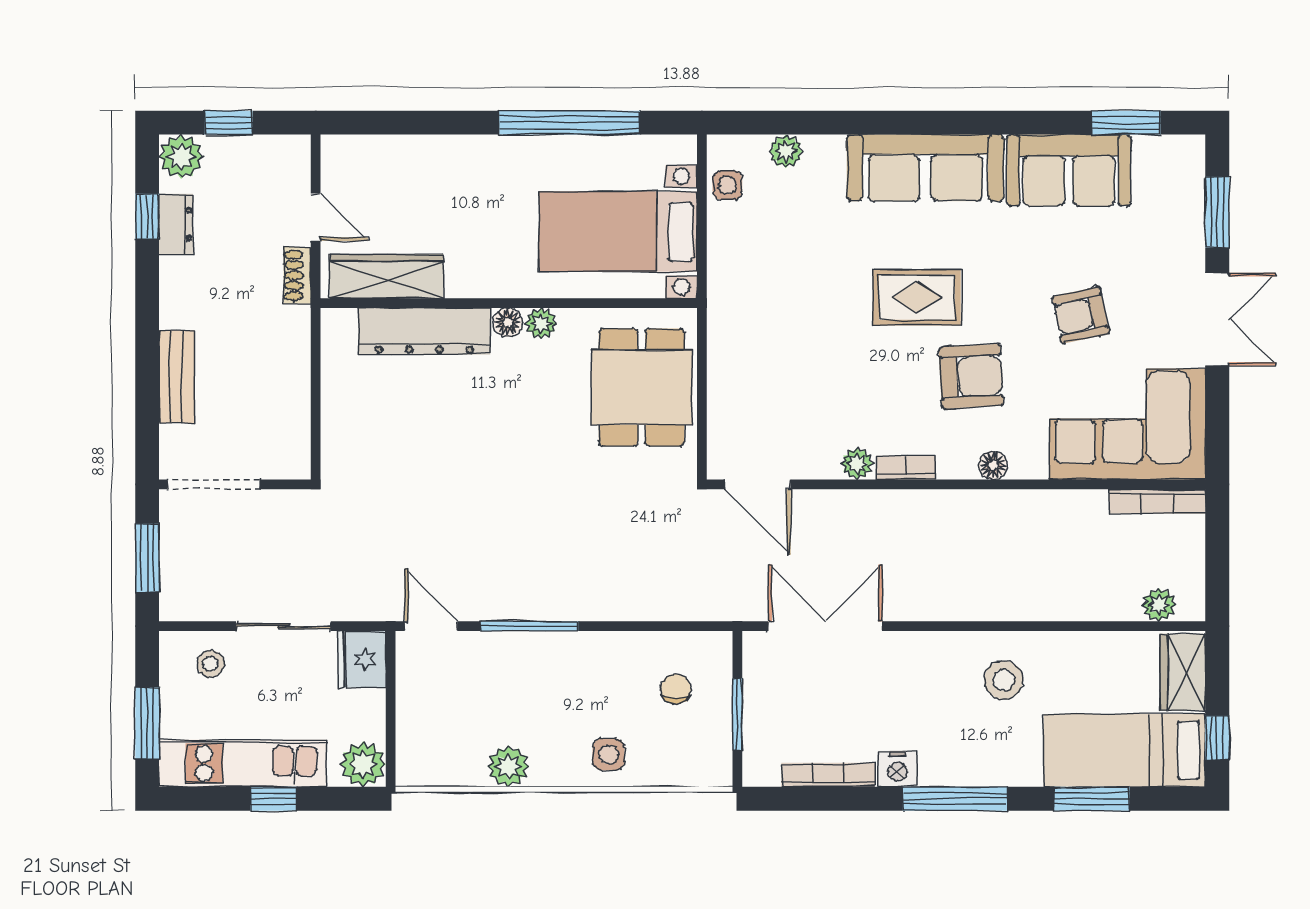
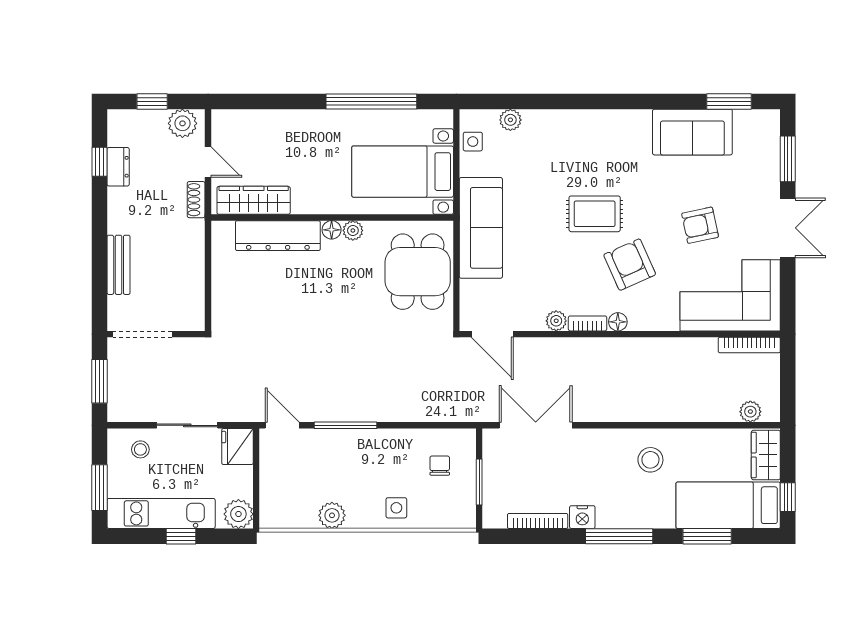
plant: (181, 157) -> (182, 123), moved
sofa: (925, 168) -> (481, 228), moved, turned -90
armchair: (971, 376) -> (630, 265), turned -111
floor lamp: (993, 465) -> (618, 322), moved

